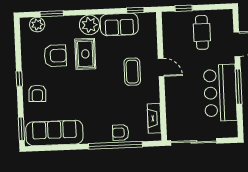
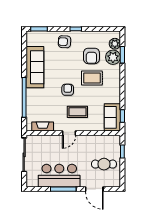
sofa: (119, 24) -> (112, 117), moved
plant: (89, 25) -> (113, 57), moved
door: (161, 67) -> (69, 133), moved
armchair: (121, 132) -> (68, 90), moved
sofa: (54, 133) -> (35, 67), moved

